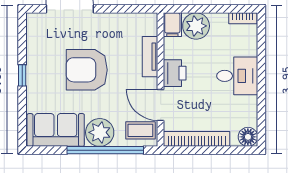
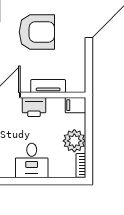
plant: (196, 26) -> (74, 141), moved
armchair: (87, 70) -> (37, 32), turned 90

